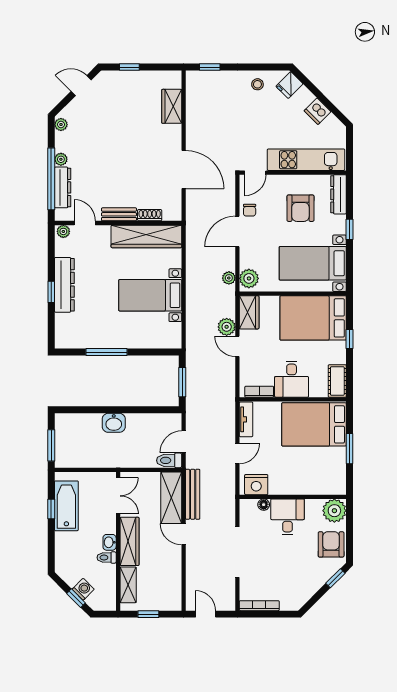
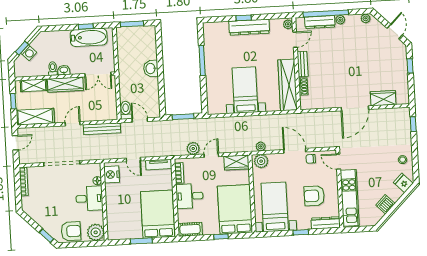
door: (184, 170) -> (355, 108), moved
plant: (227, 327) -> (193, 148), moved
shelving: (171, 498) -> (35, 117), moved

